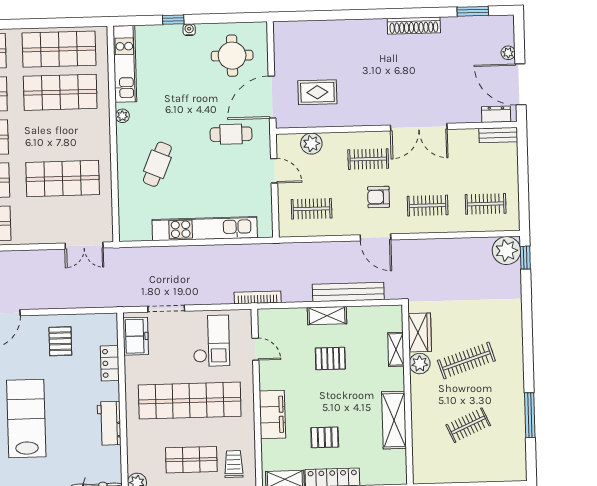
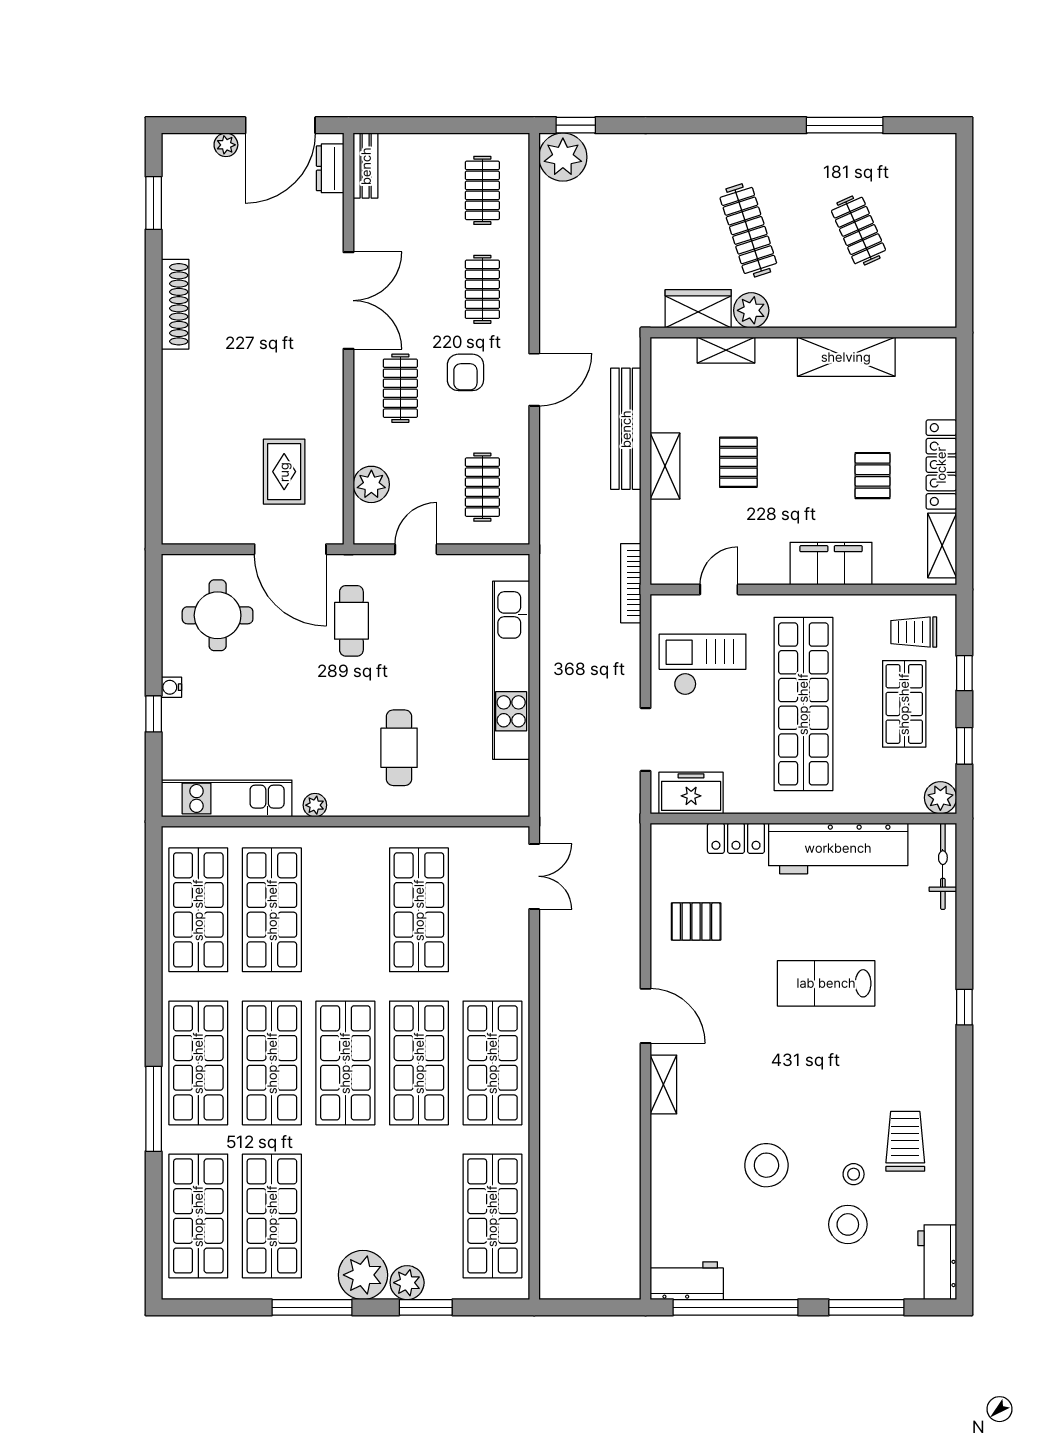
cafe table: (157, 164) -> (399, 748), turned 67
lab bench: (26, 418) -> (826, 983), width x0.73, depth x0.72
workbench: (109, 423) -> (838, 848), width x1.88, depth x1.32

